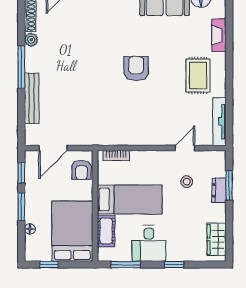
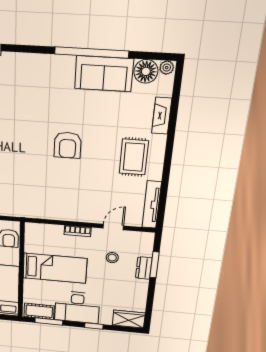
armchair: (136, 69) -> (68, 145), turned 180
bookcase: (116, 156) -> (78, 231), moved
cot: (106, 231) -> (39, 311), moved, turned 90
wardrobe: (217, 239) -> (129, 319), moved, turned 90
desk: (149, 243) -> (77, 307), width x1.37

